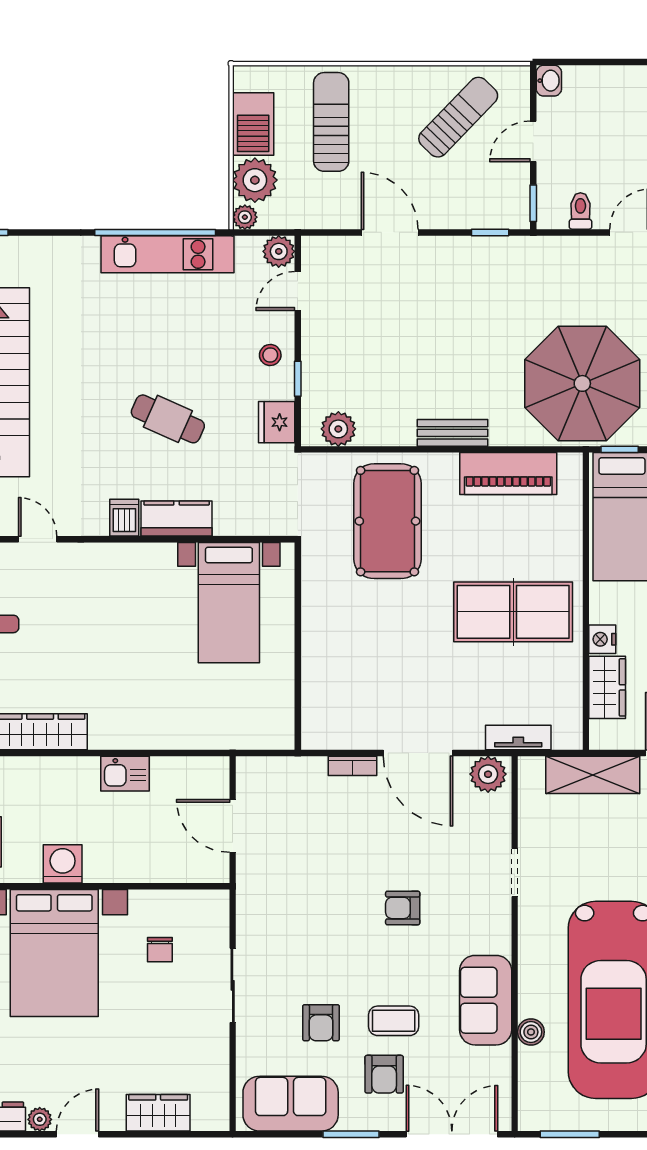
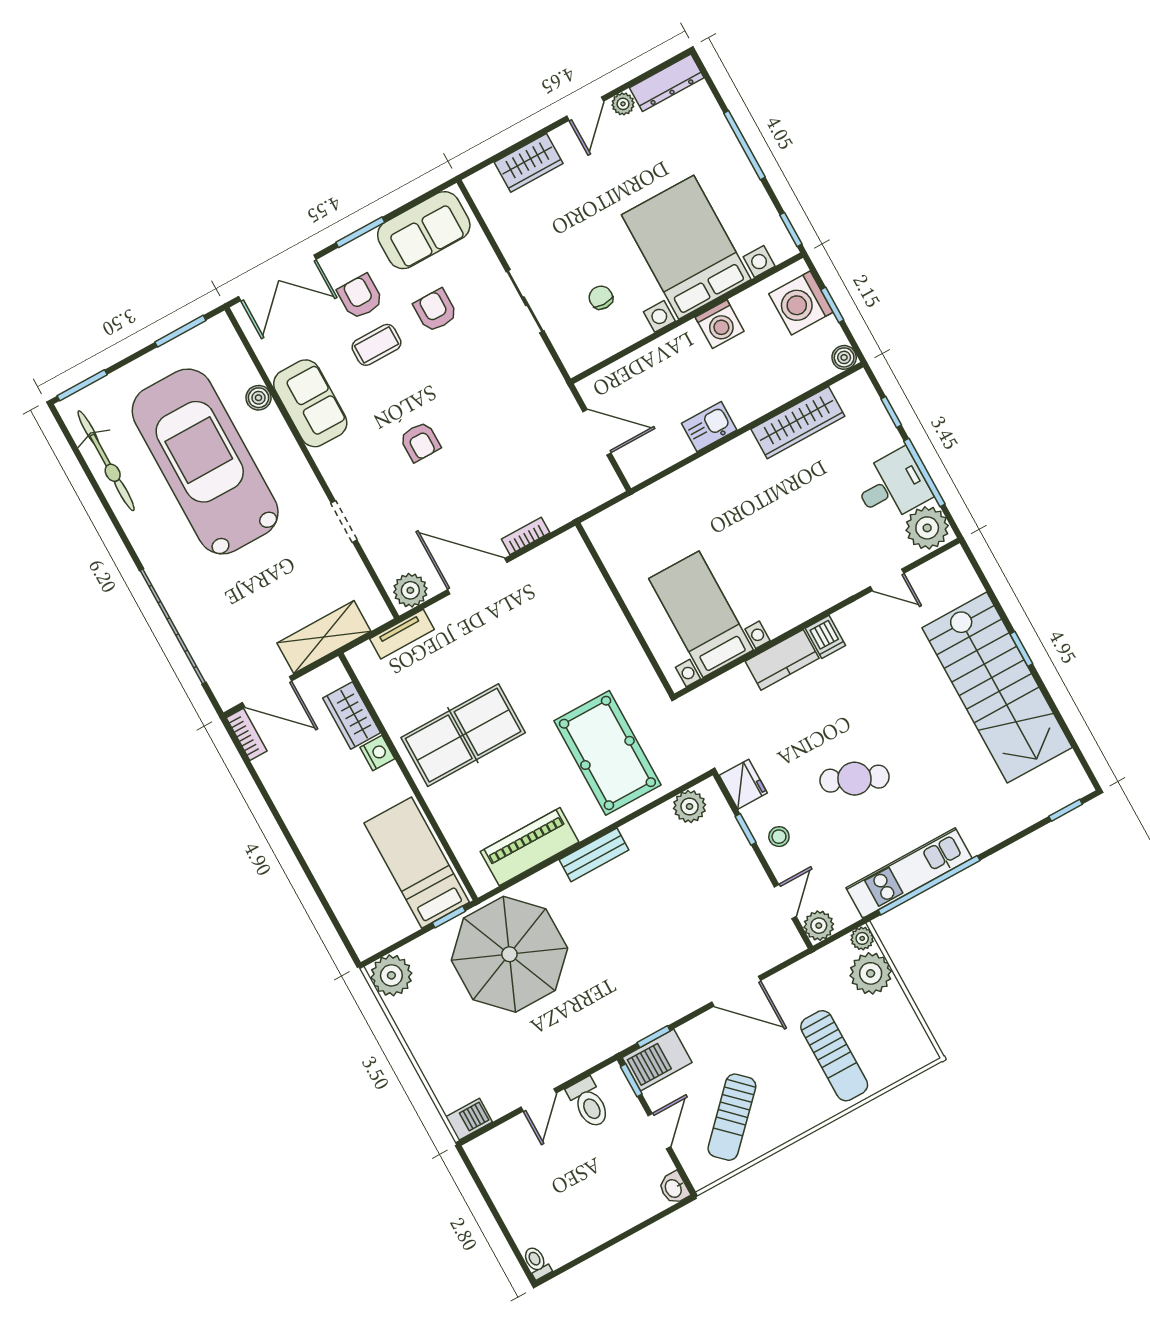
barbecue: (253, 124) -> (657, 1060), moved, turned -90
toilet: (580, 211) -> (589, 1103), width x1.37, depth x1.39
cafe table: (168, 419) -> (854, 779), moved
armchair: (403, 908) -> (420, 442), turned 90

